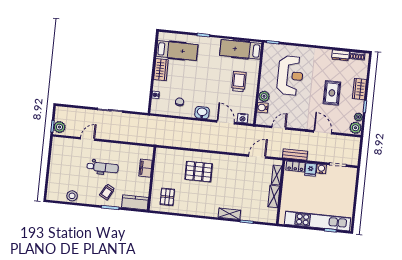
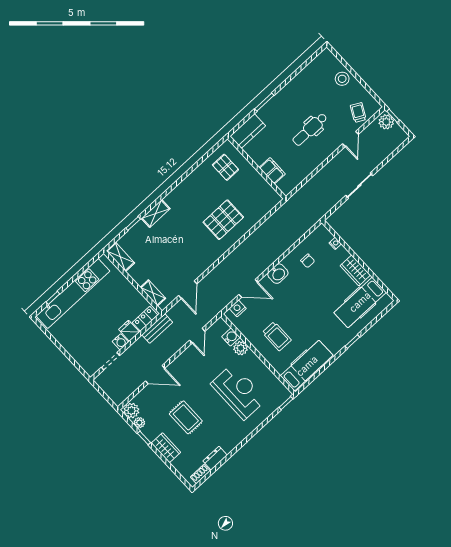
reception desk: (290, 75) -> (238, 392), turned 180
trolley: (107, 192) -> (358, 112), moved
stool: (72, 196) -> (342, 79), moved
shelving: (274, 196) -> (120, 257), moved

